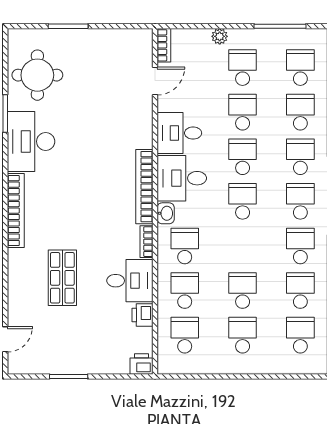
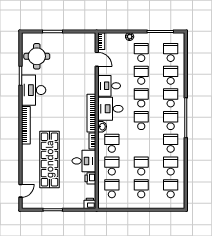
door: (155, 81) -> (97, 59), hinge flipped
shop shelf: (62, 278) -> (50, 159), width x2.00, depth x1.36

